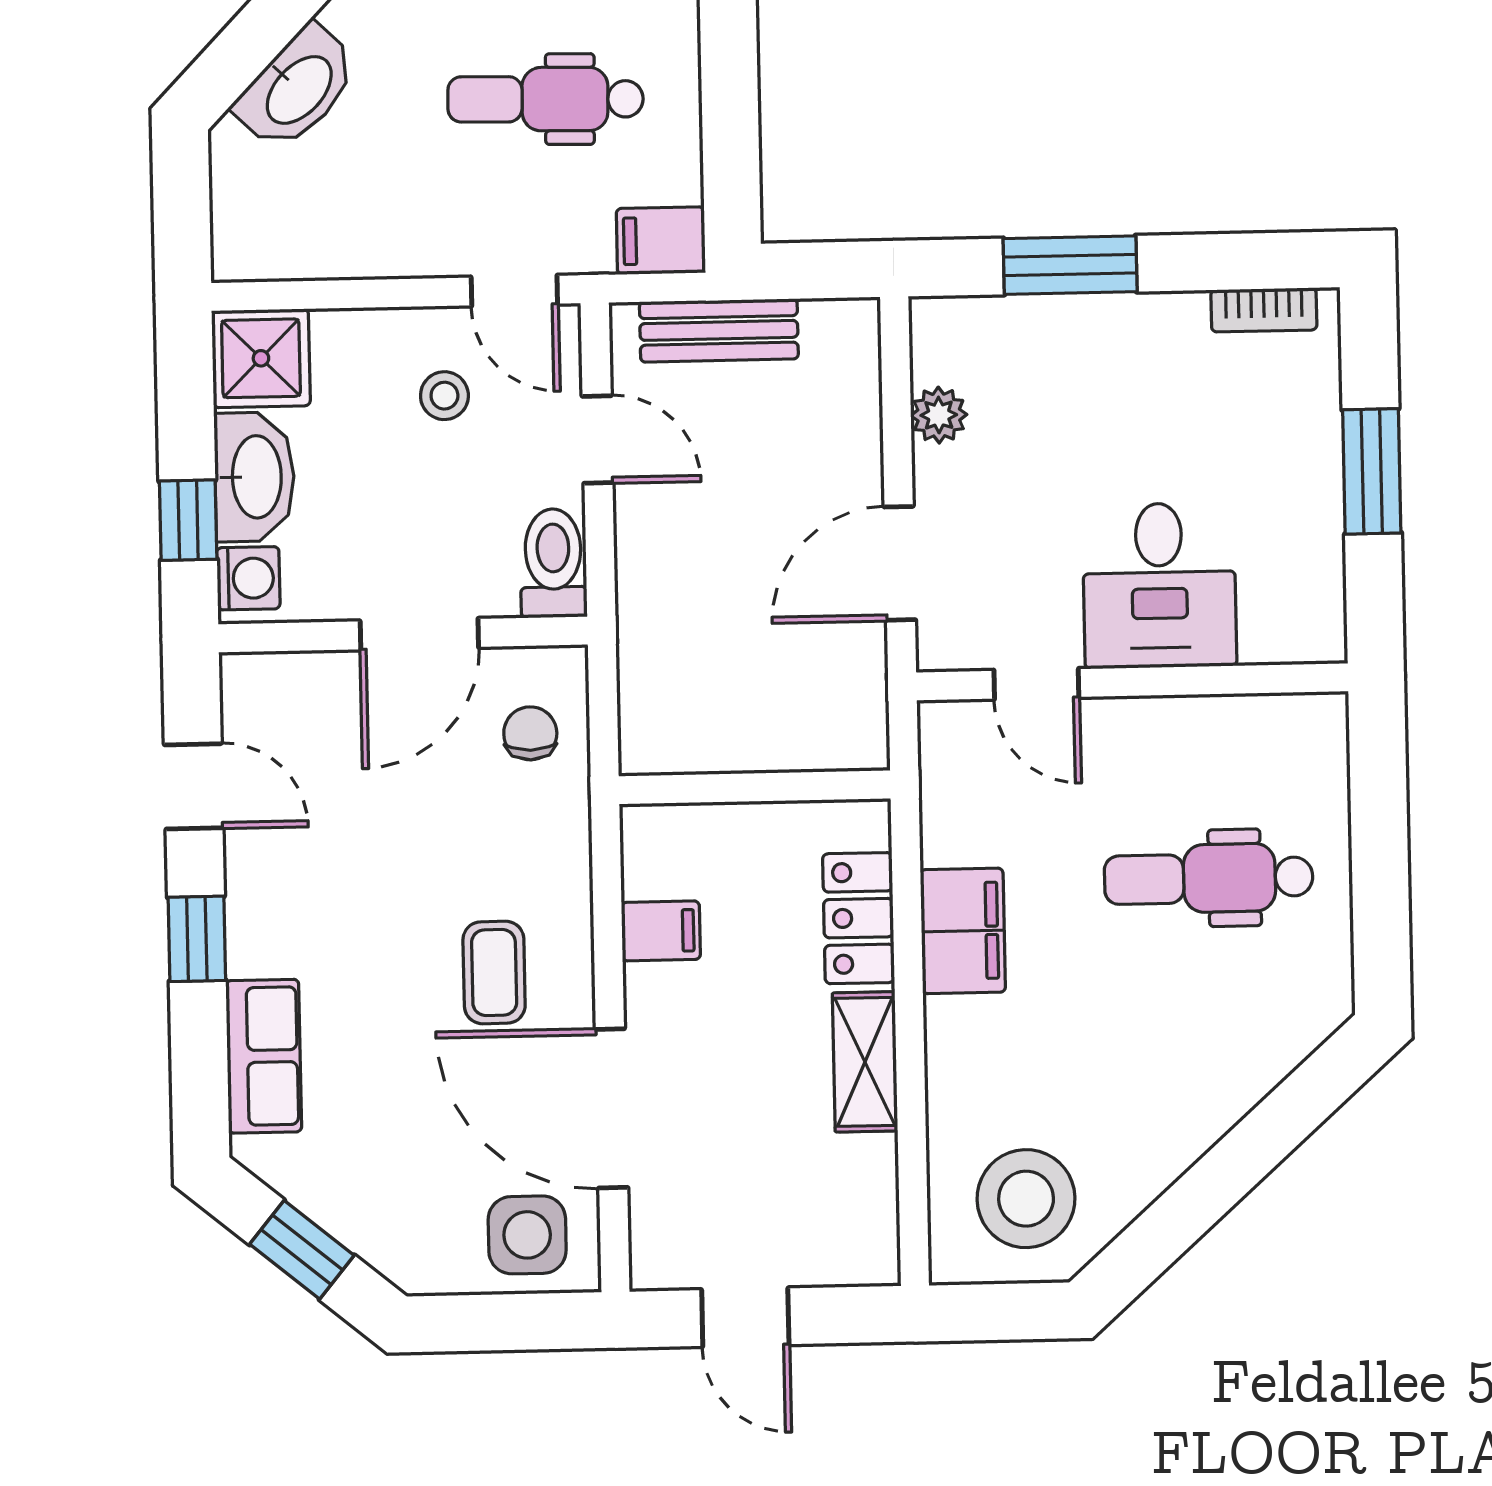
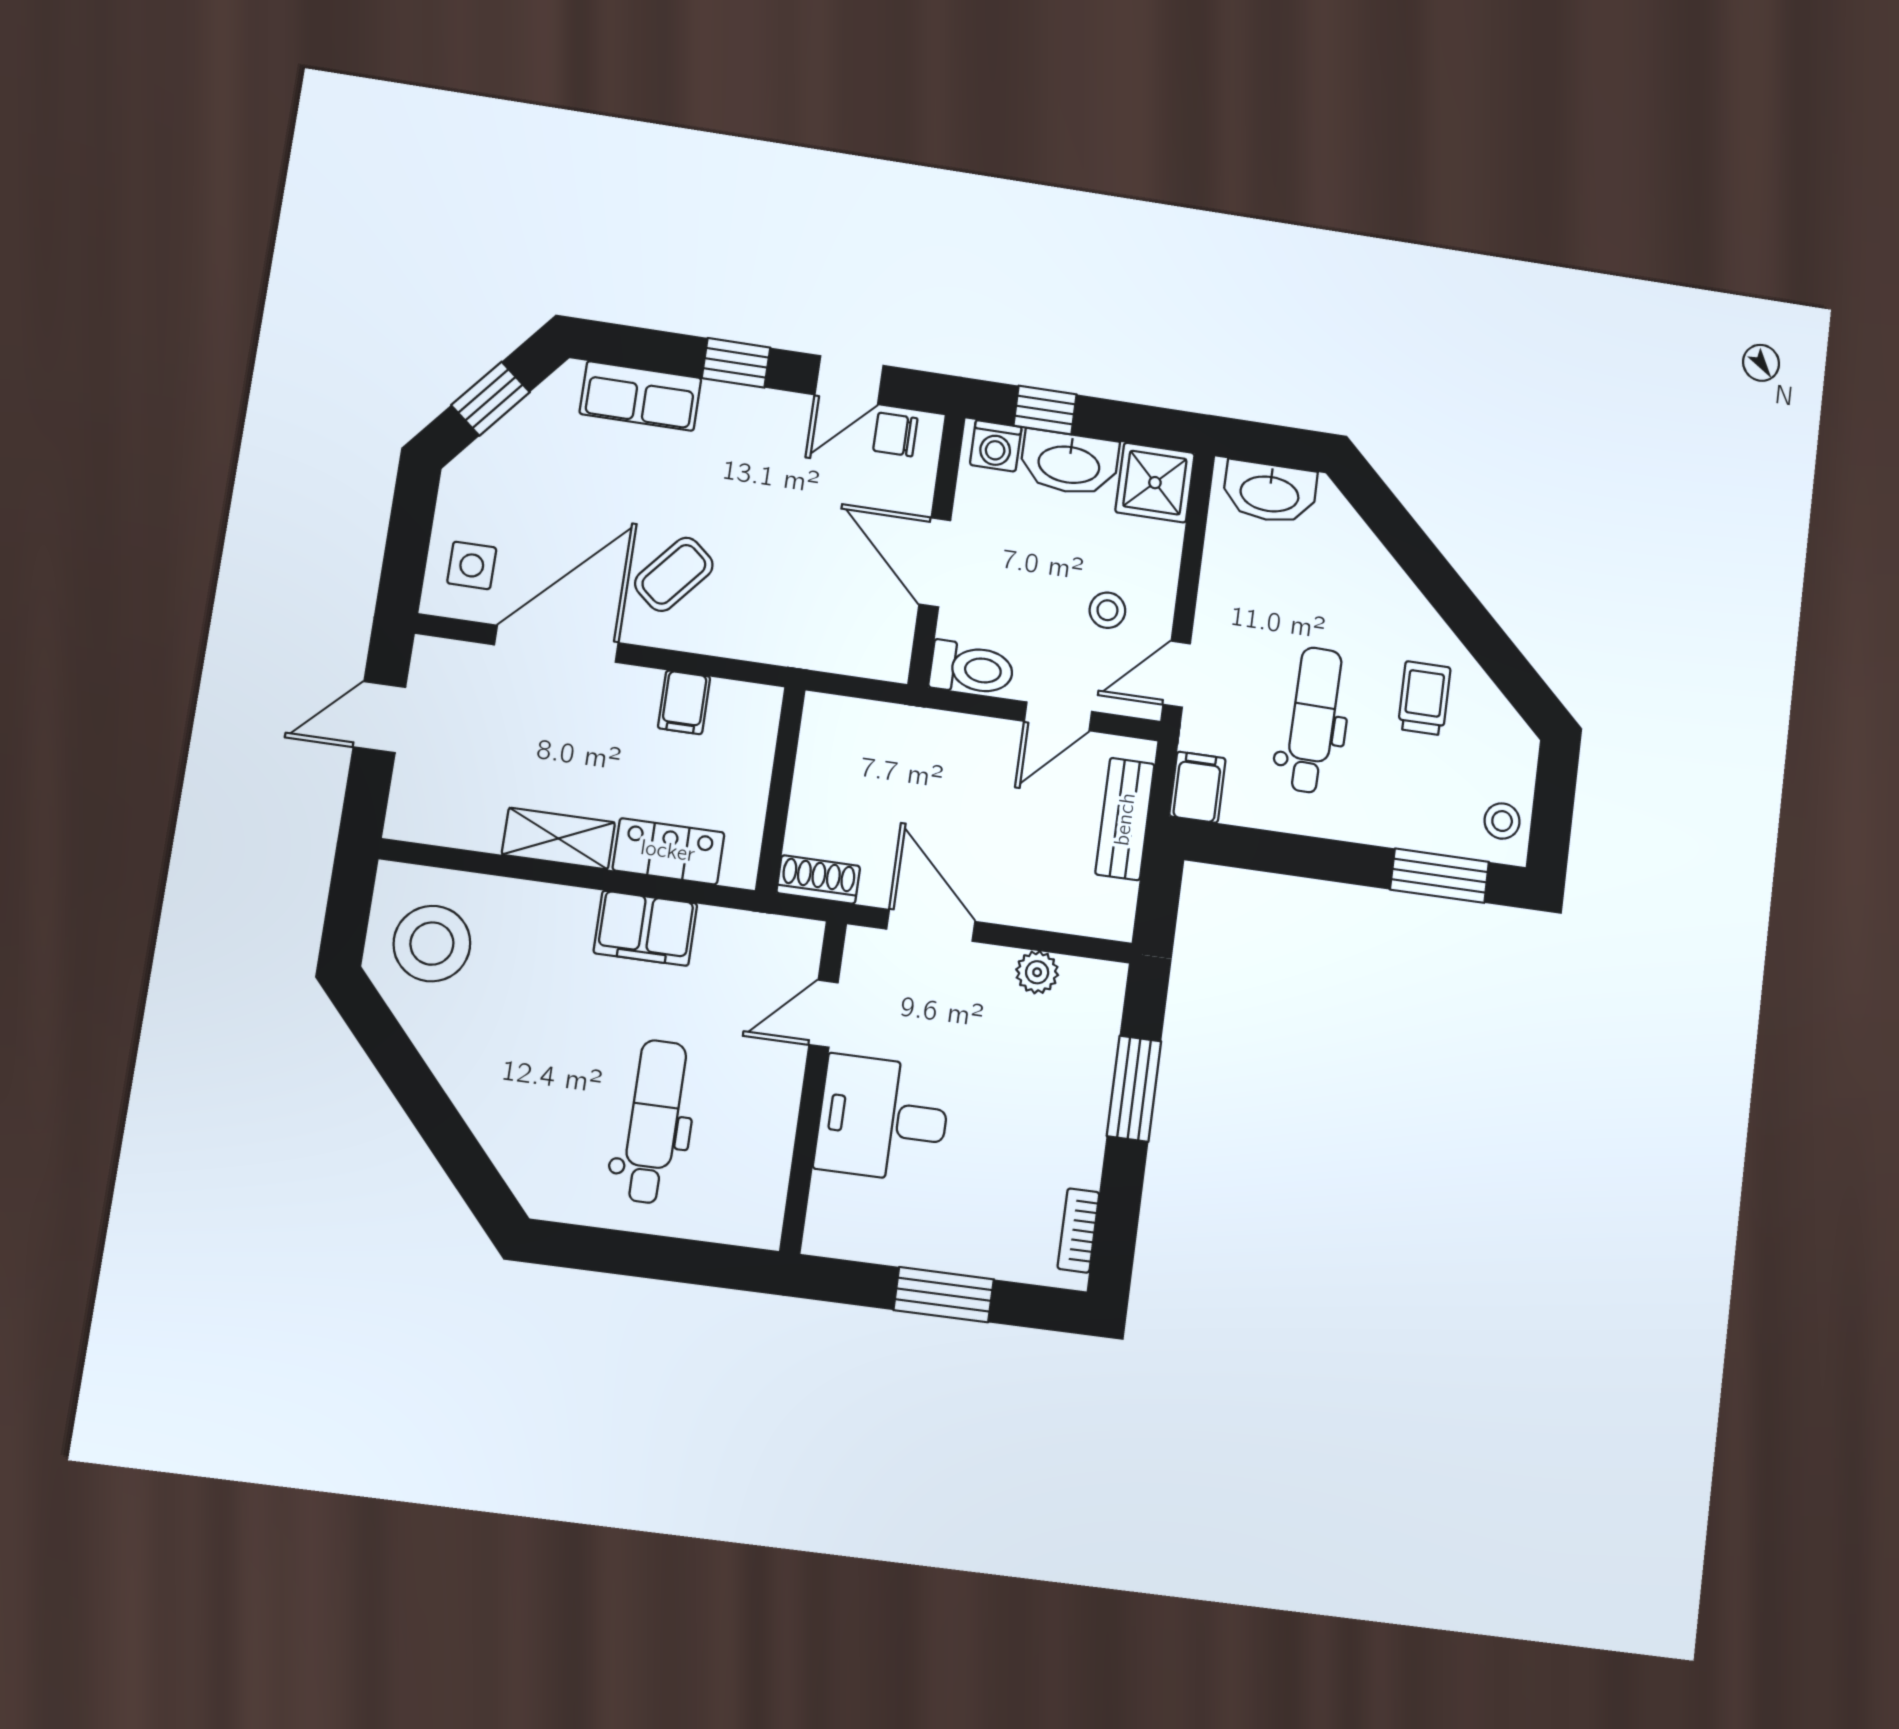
washbasin: (298, 88) -> (1270, 492), moved, turned -44
shoe rack: (864, 719) -> (818, 880), added
chair: (530, 733) -> (895, 434), moved, turned 180
coffee table: (494, 973) -> (674, 574), turned -50
side table: (527, 1235) -> (472, 565), width x0.73, depth x0.73

